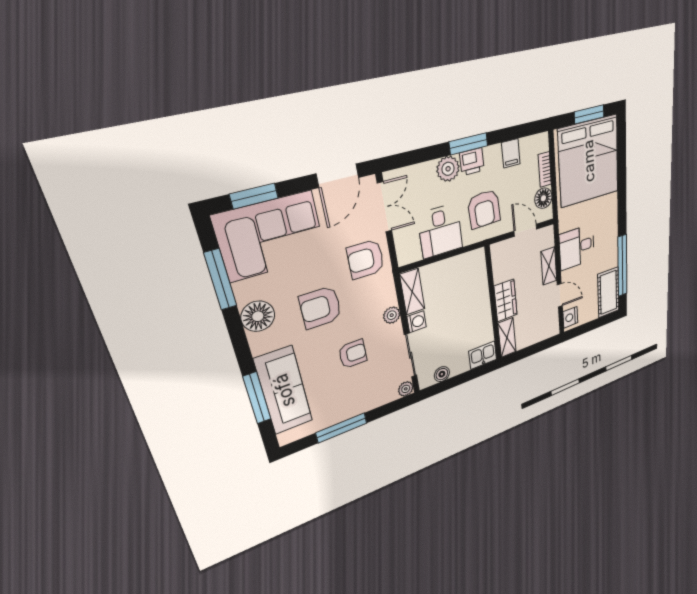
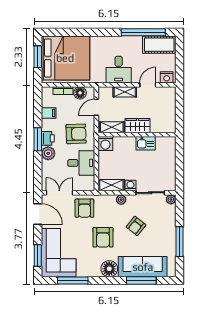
washing machine: (475, 261) -> (105, 144), added
floor lamp: (258, 316) -> (109, 269), moved
shelving: (507, 338) -> (112, 127), moved
armchair: (353, 354) -> (136, 226), turned -142
kitchen sink: (483, 355) -> (146, 143), moved, turned -90
boiler: (442, 374) -> (171, 175), removed

